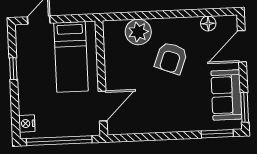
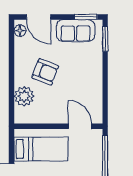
floor lamp: (208, 24) -> (20, 31), moved

